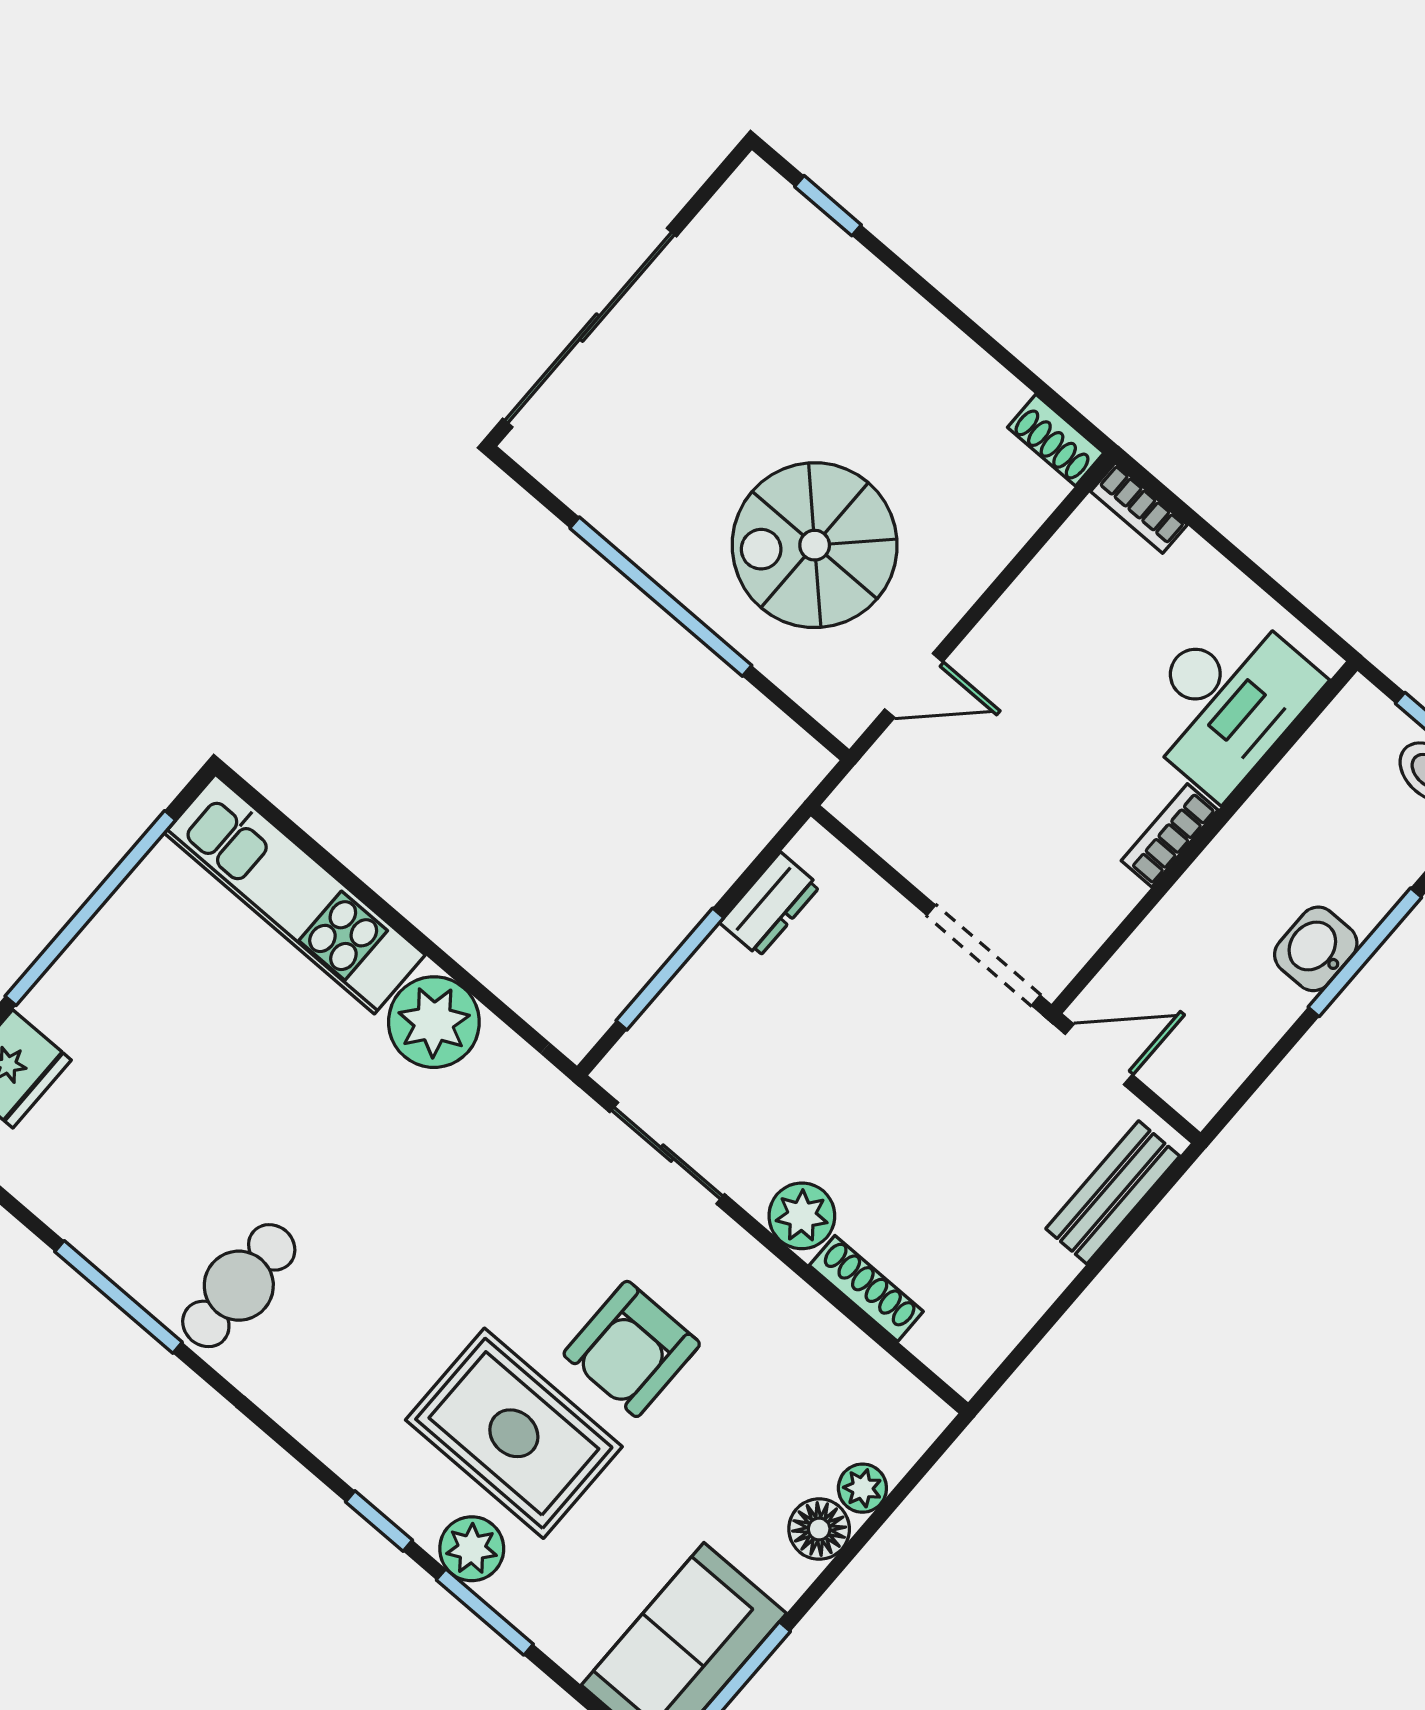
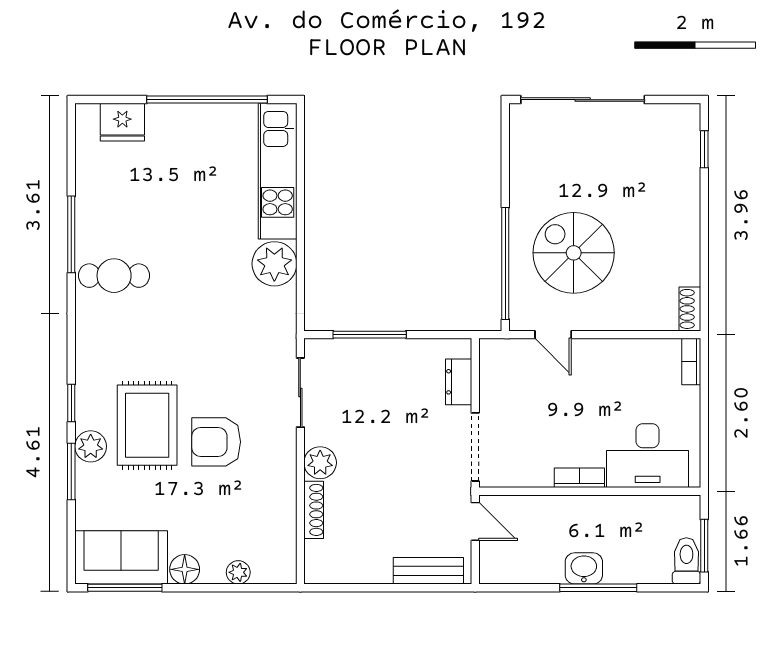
window: (661, 597) -> (505, 263), moved
dresser: (770, 904) -> (459, 382), moved, turned 90
floor lamp: (819, 1529) -> (185, 569), moved

